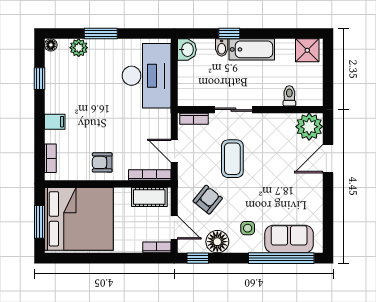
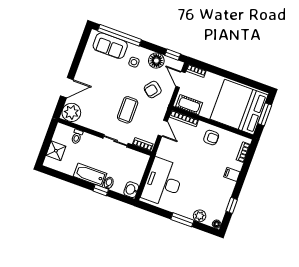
shower: (307, 50) -> (56, 151), moved

